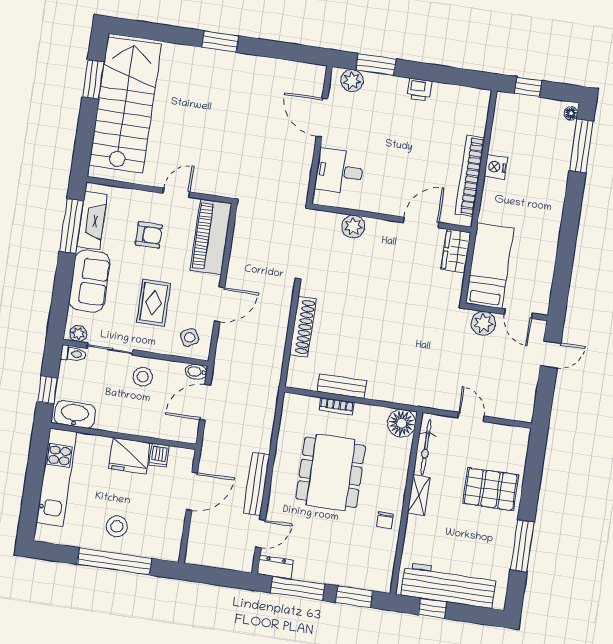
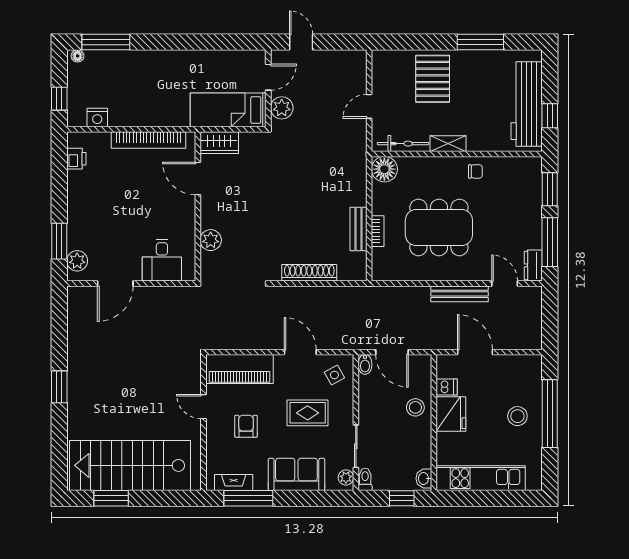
printer: (419, 90) -> (76, 159), moved
nightstand: (496, 167) -> (97, 118), moved
fireplace: (92, 221) -> (234, 483), width x0.73, depth x0.76
stool: (143, 377) -> (415, 407), moved
washbasin: (75, 414) -> (424, 478), width x0.52, depth x0.69

